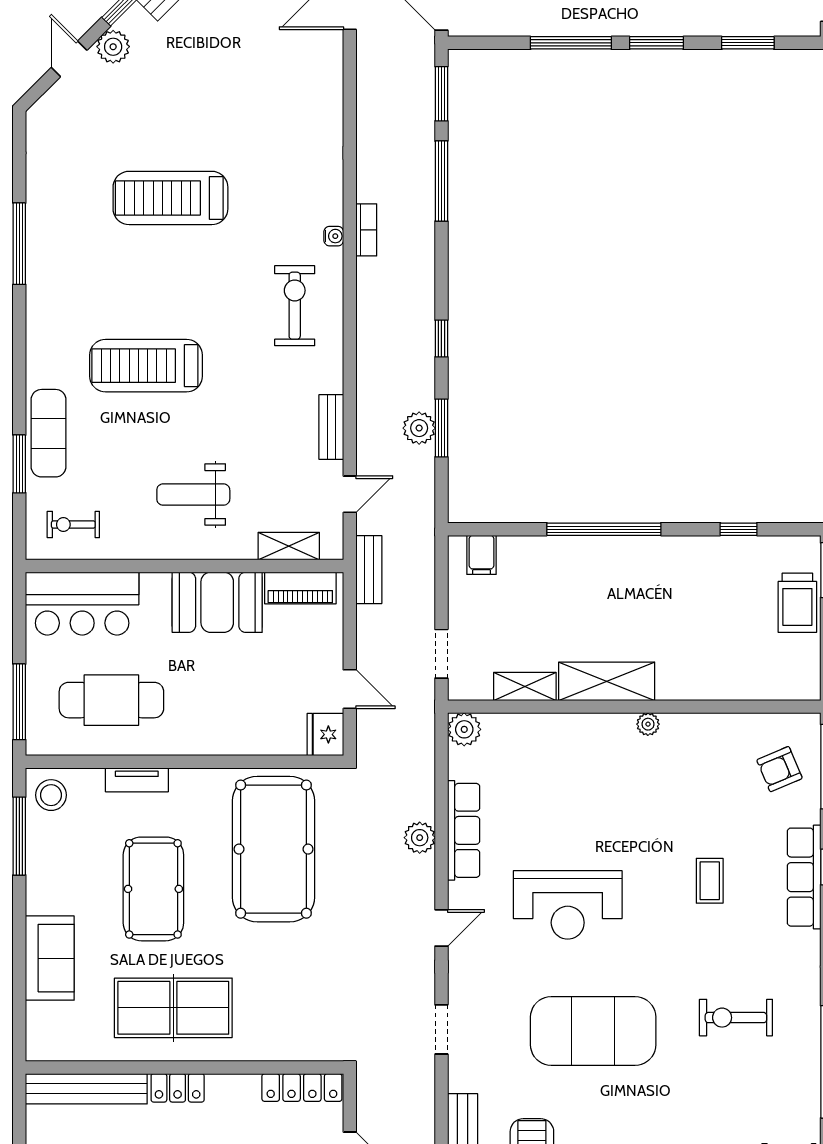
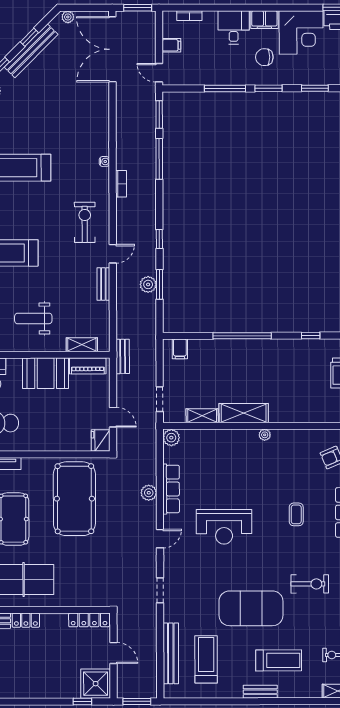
water cooler: (334, 236) -> (104, 161), moved
door: (350, 494) -> (113, 254), moved
exercise bike: (736, 1018) -> (310, 584), turned 180
exercise mat: (593, 1031) -> (251, 608), moved

